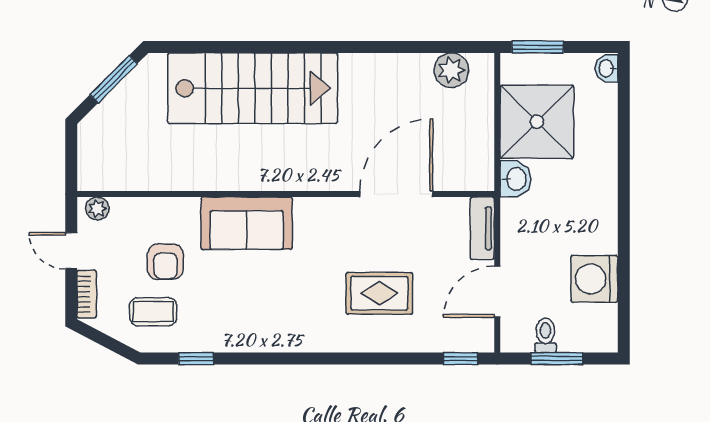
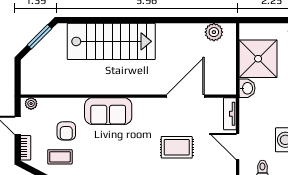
window: (538, 47) -> (259, 20), removed
door: (497, 292) -> (238, 146), hinge flipped

